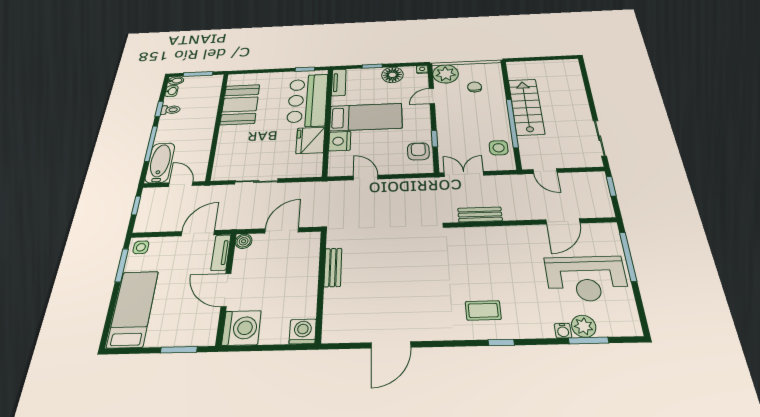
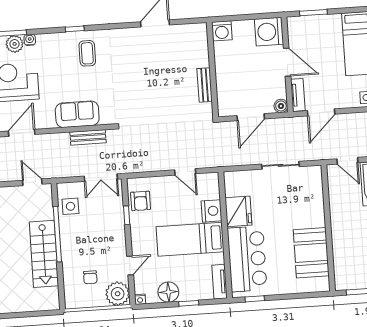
sofa: (494, 240) -> (77, 114), added
coffee table: (483, 310) -> (87, 53), turned 90

